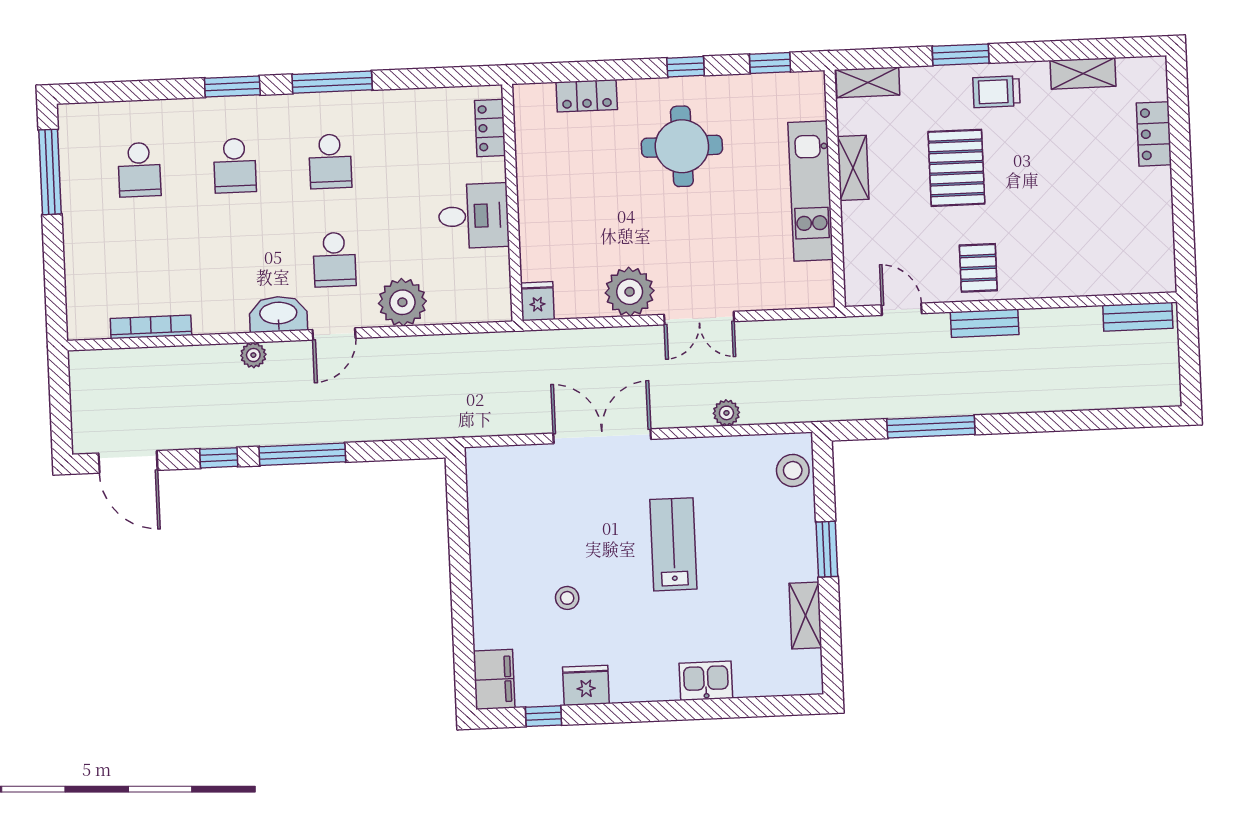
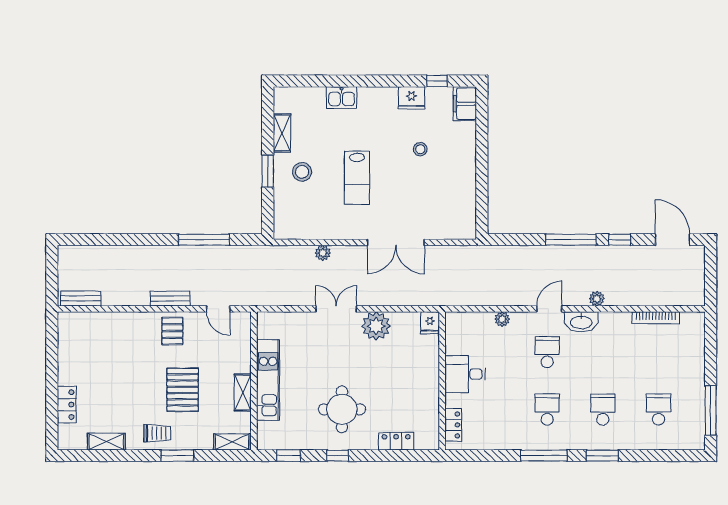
plant: (402, 302) -> (502, 319), width x0.53, depth x0.53
stool: (793, 470) -> (302, 172), moved

